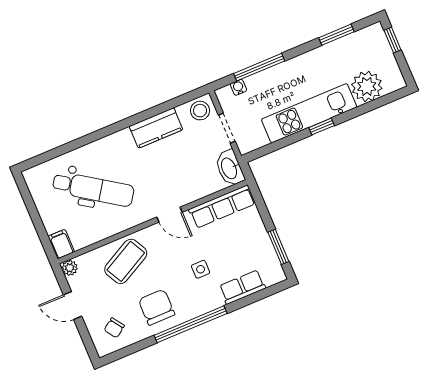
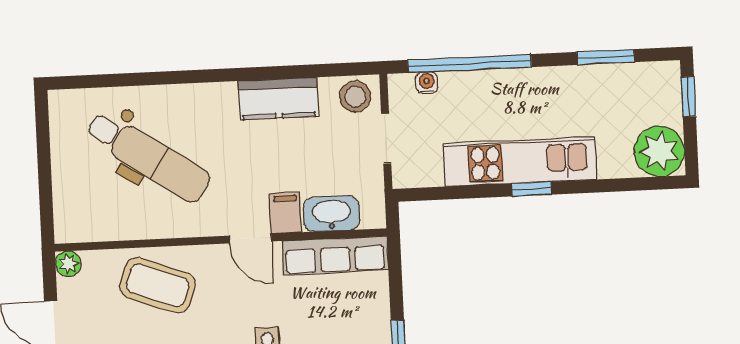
window: (259, 67) -> (470, 63), width x1.46
plant: (367, 86) -> (659, 151), moved
washbasin: (230, 168) -> (331, 214), moved, turned 90
filing cabinet: (61, 244) -> (286, 213), moved
coffee table: (126, 261) -> (158, 285), turned 48

